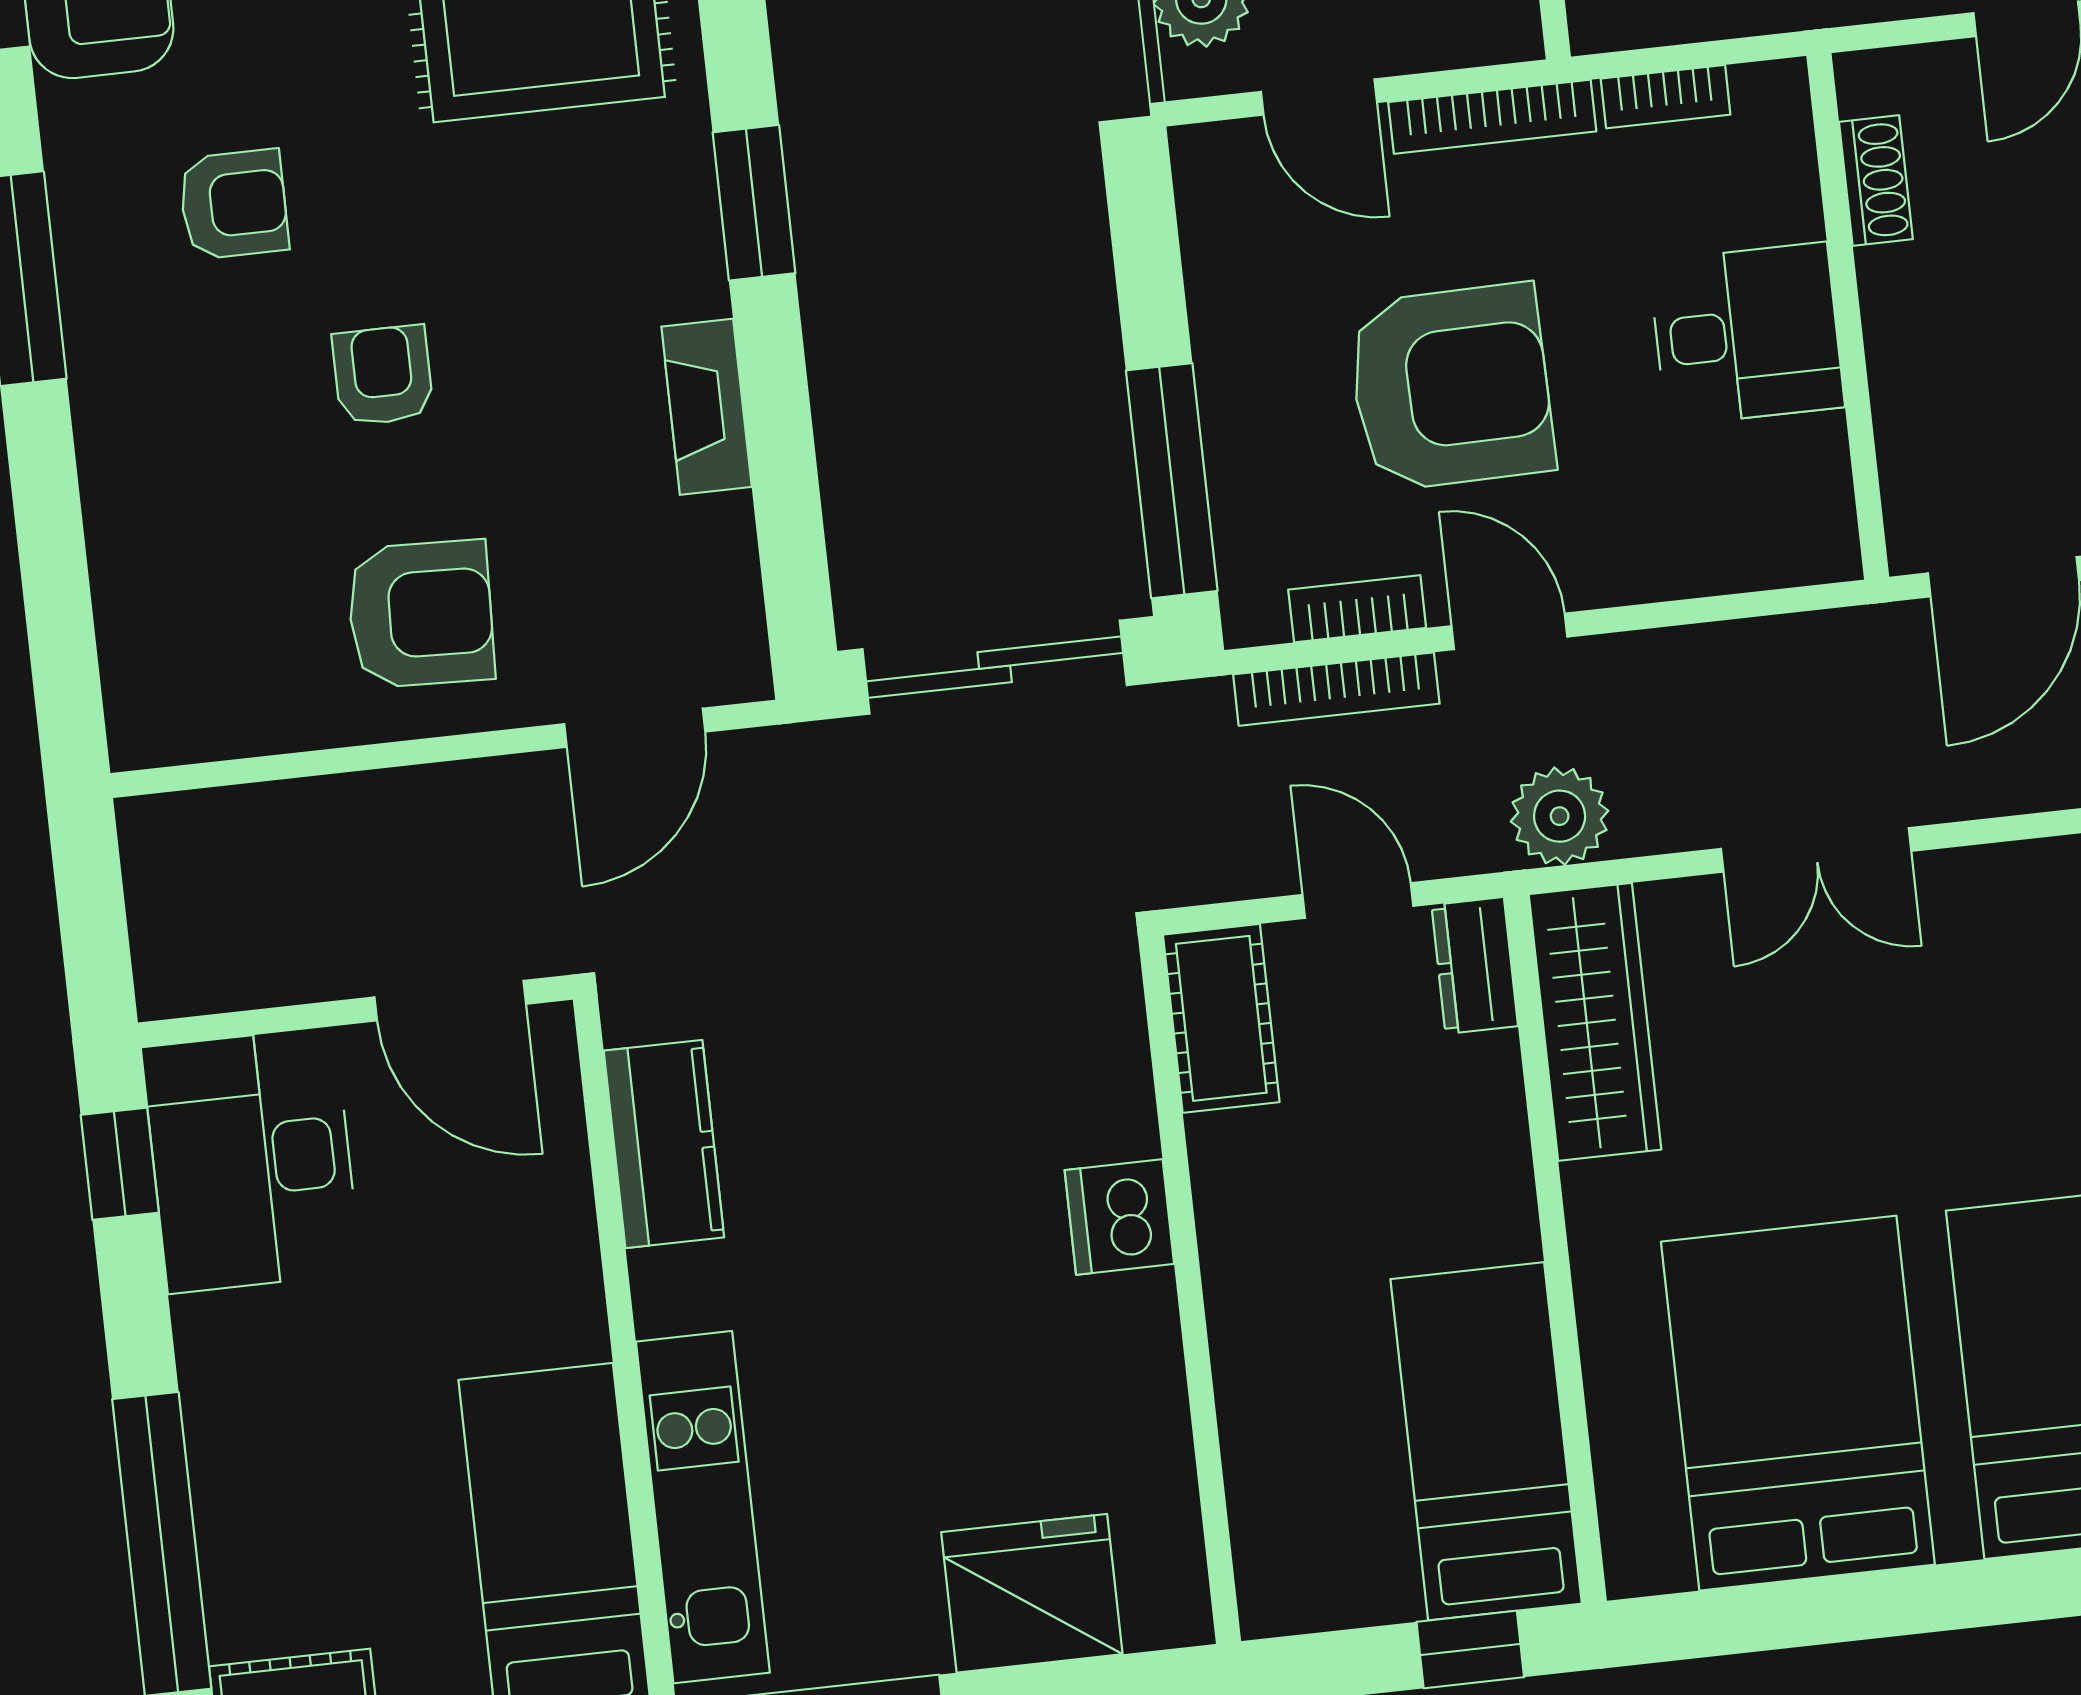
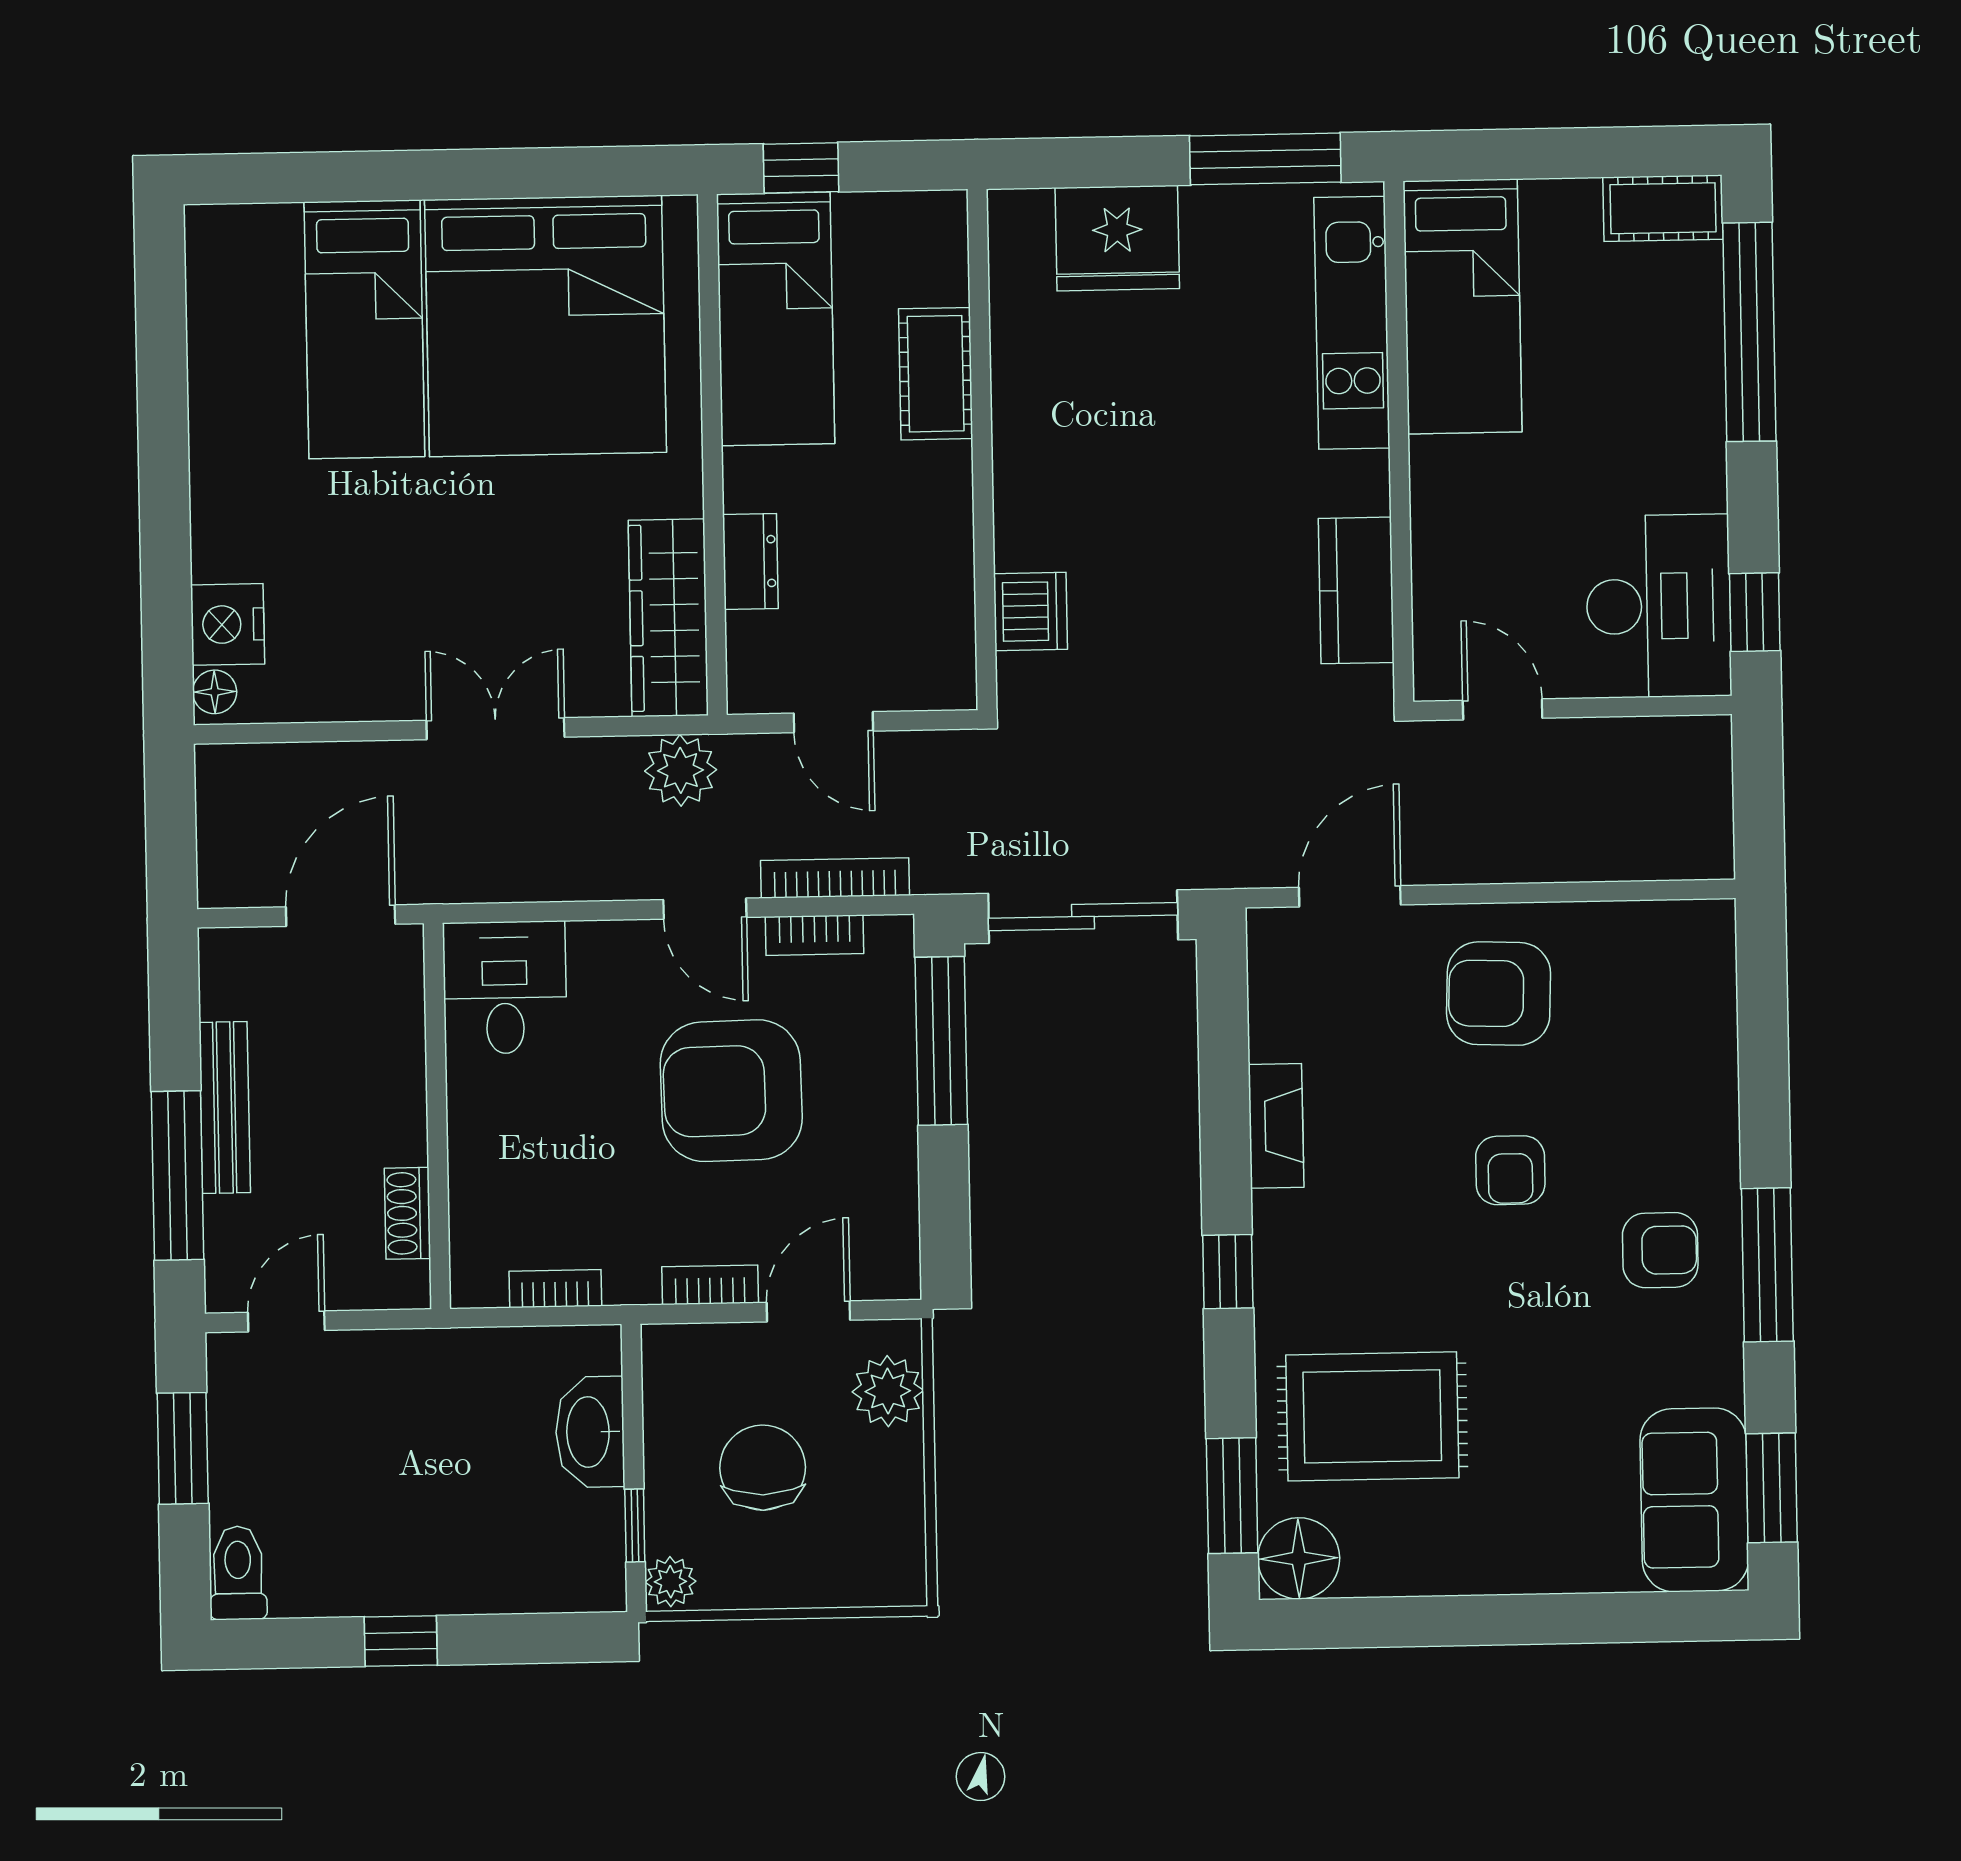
door: (1319, 97) -> (808, 1311), hinge flipped
bookcase: (1492, 117) -> (710, 1285), width x0.64
window: (754, 203) -> (1228, 1272), width x0.67
armchair: (234, 204) -> (1660, 1250), moved, turned 180
desk: (1747, 334) -> (505, 988), moved, turned 90
dresser: (1475, 965) -> (750, 561), moved
door: (450, 1001) -> (1503, 709), width x0.73
cot: (1221, 1018) -> (936, 374), moved
dishwasher: (1119, 1217) -> (1031, 611), moved
bed: (1798, 1403) -> (545, 326), width x1.36

